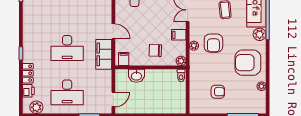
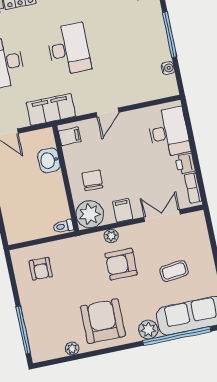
desk: (67, 48) -> (69, 49), turned 180
filing cabinet: (104, 54) -> (51, 110), moved
plant: (181, 61) -> (90, 214), width x1.88, depth x1.88
armchair: (218, 92) -> (41, 269), moved

